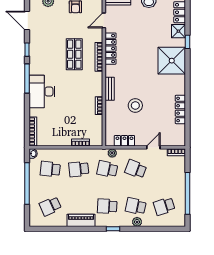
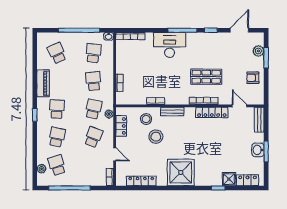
shower: (172, 61) -> (181, 172), moved
locker: (180, 109) -> (141, 181), moved
stool: (117, 115) -> (146, 119), added
plant: (137, 222) -> (41, 169), moved

